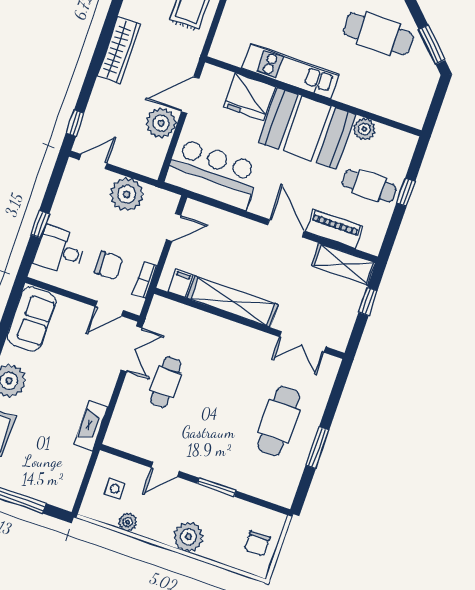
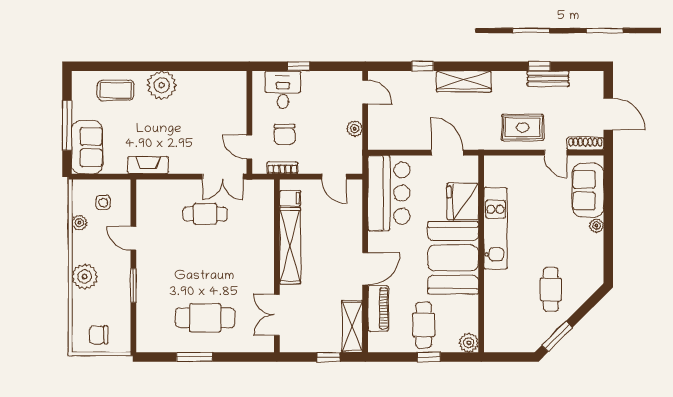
cafe table: (378, 34) -> (551, 289), width x0.73, depth x0.74
window: (75, 123) -> (423, 66), moved
plant: (161, 123) -> (416, 137), removed
plant: (364, 129) -> (469, 343), moved
plant: (127, 194) -> (355, 129), width x0.53, depth x0.53
sofa: (32, 319) -> (87, 147), moved, turned -90

